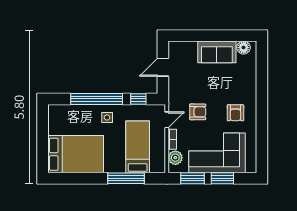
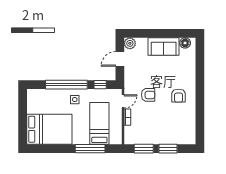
corner sofa: (217, 153) -> (164, 128), removed
plant: (175, 158) -> (130, 43), moved

